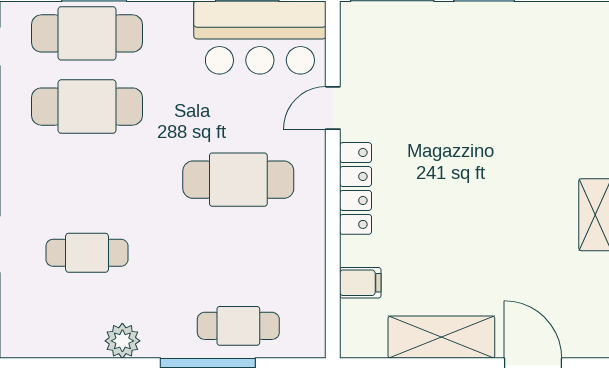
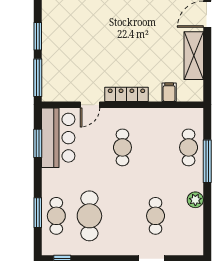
cafe table: (87, 33) -> (56, 216), width x0.73, depth x0.74
door: (333, 108) -> (90, 105), hinge flipped
cafe table: (238, 180) -> (122, 147), width x0.73, depth x0.74

